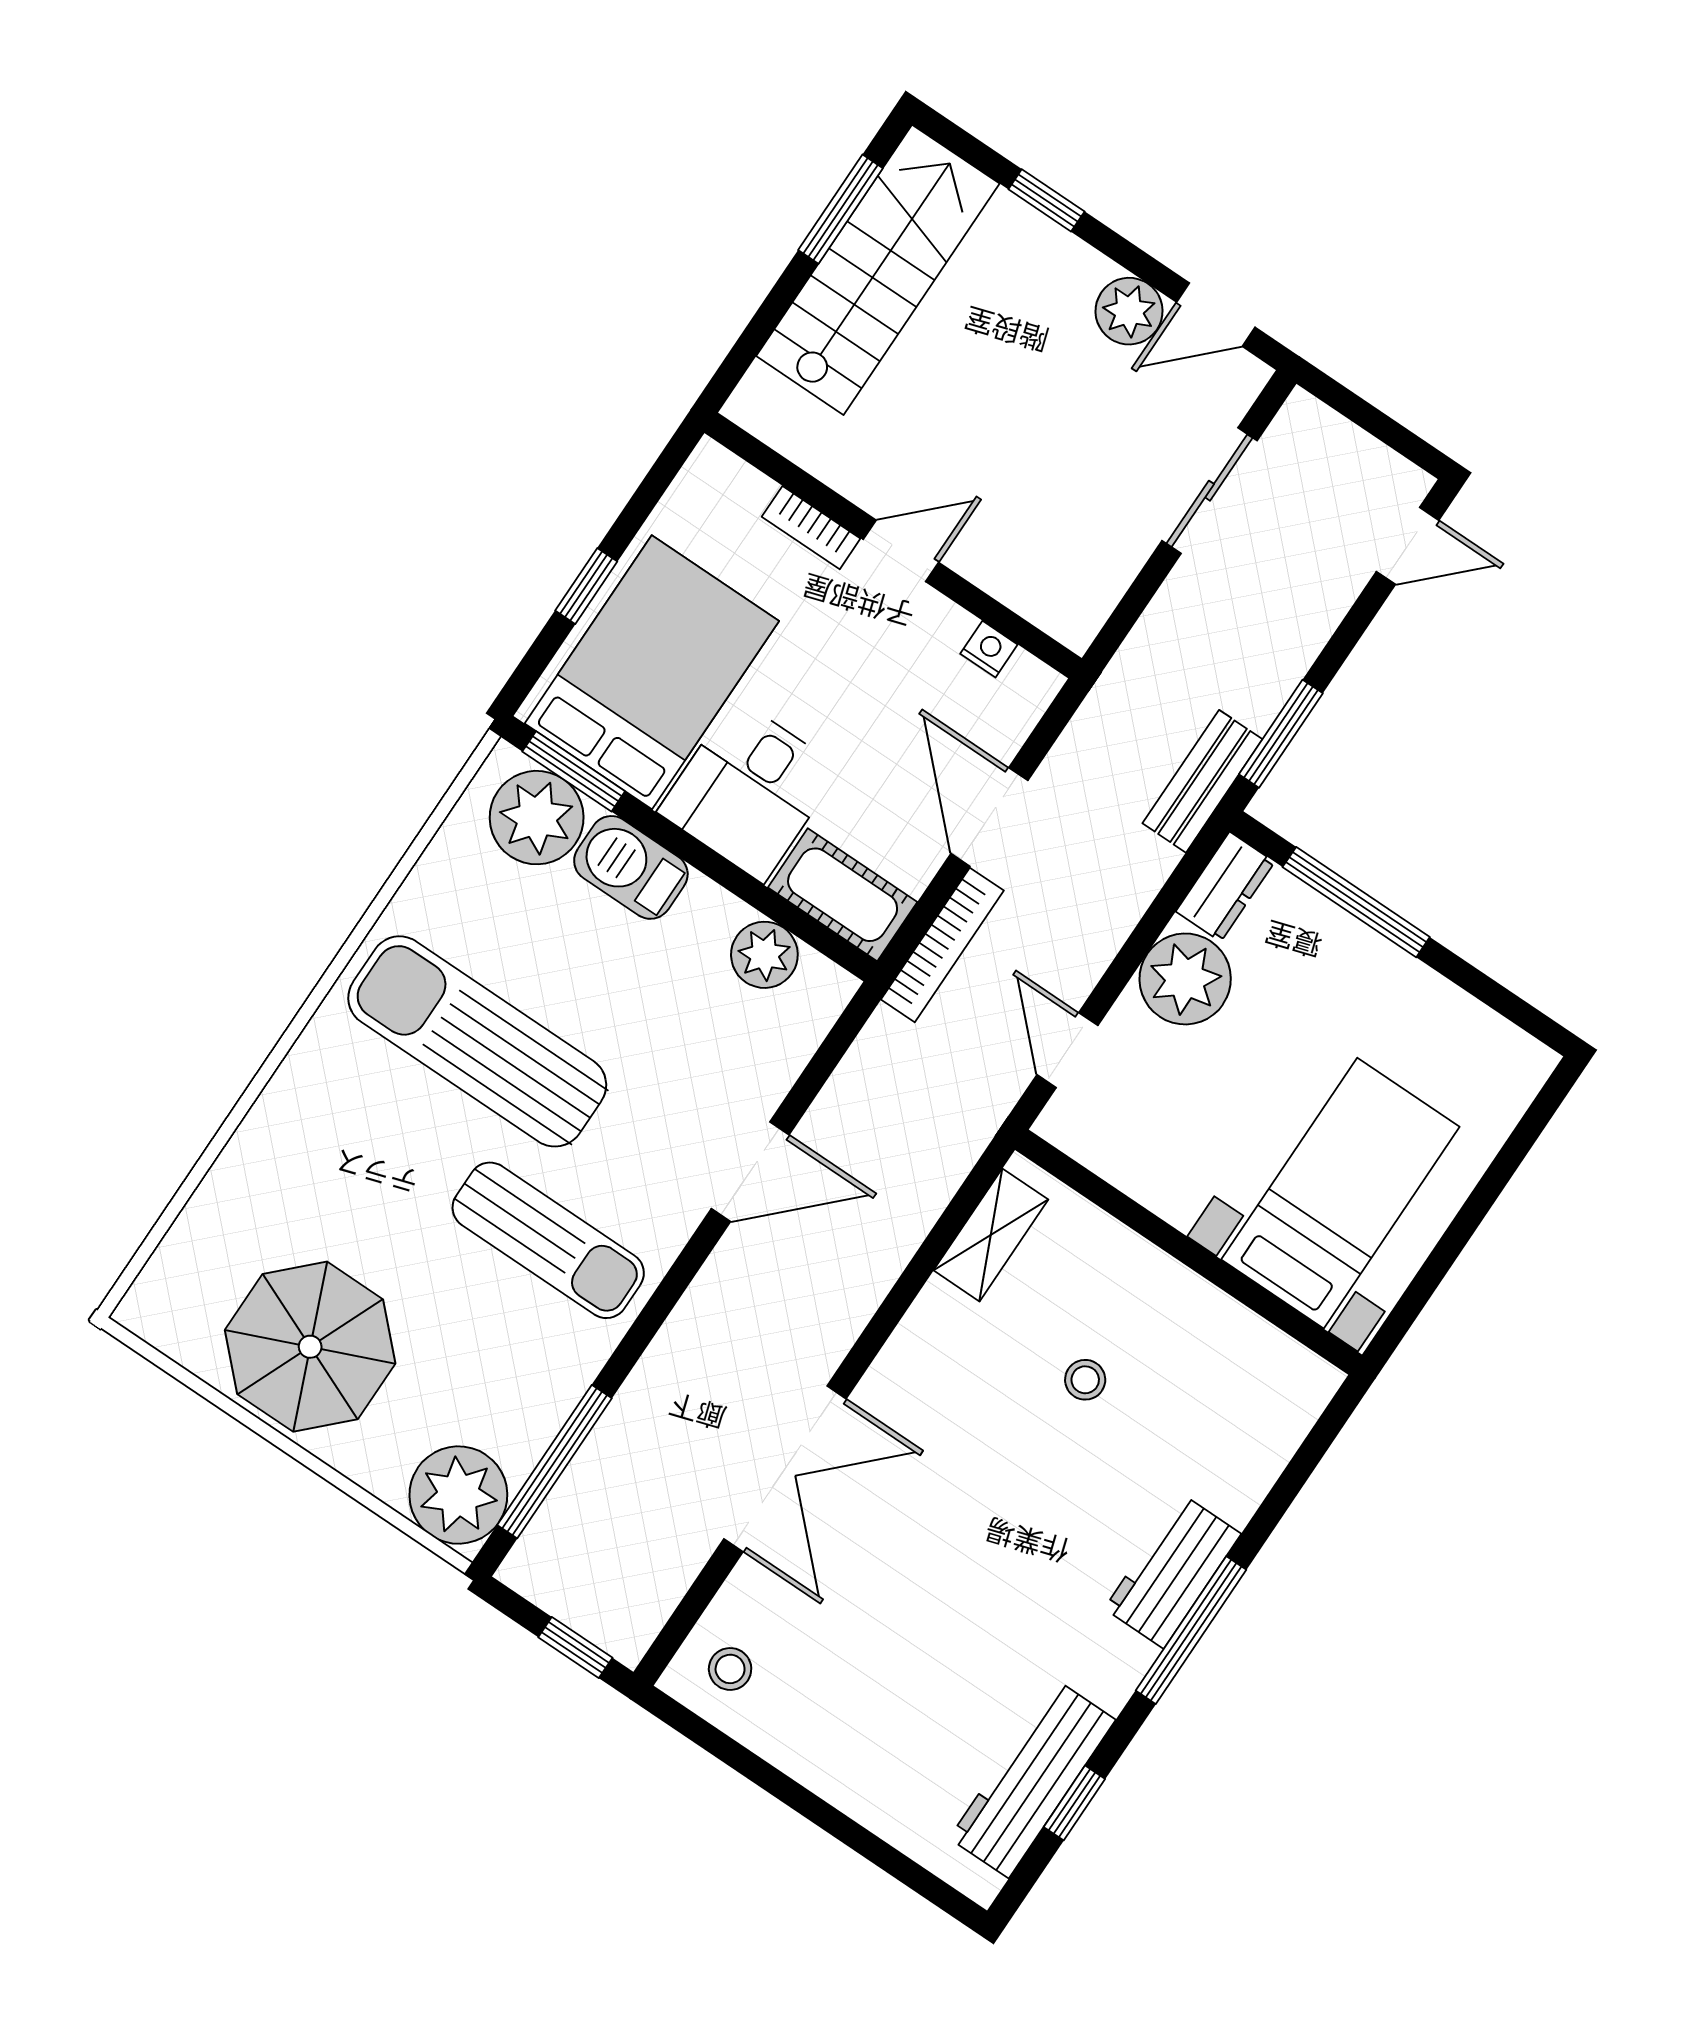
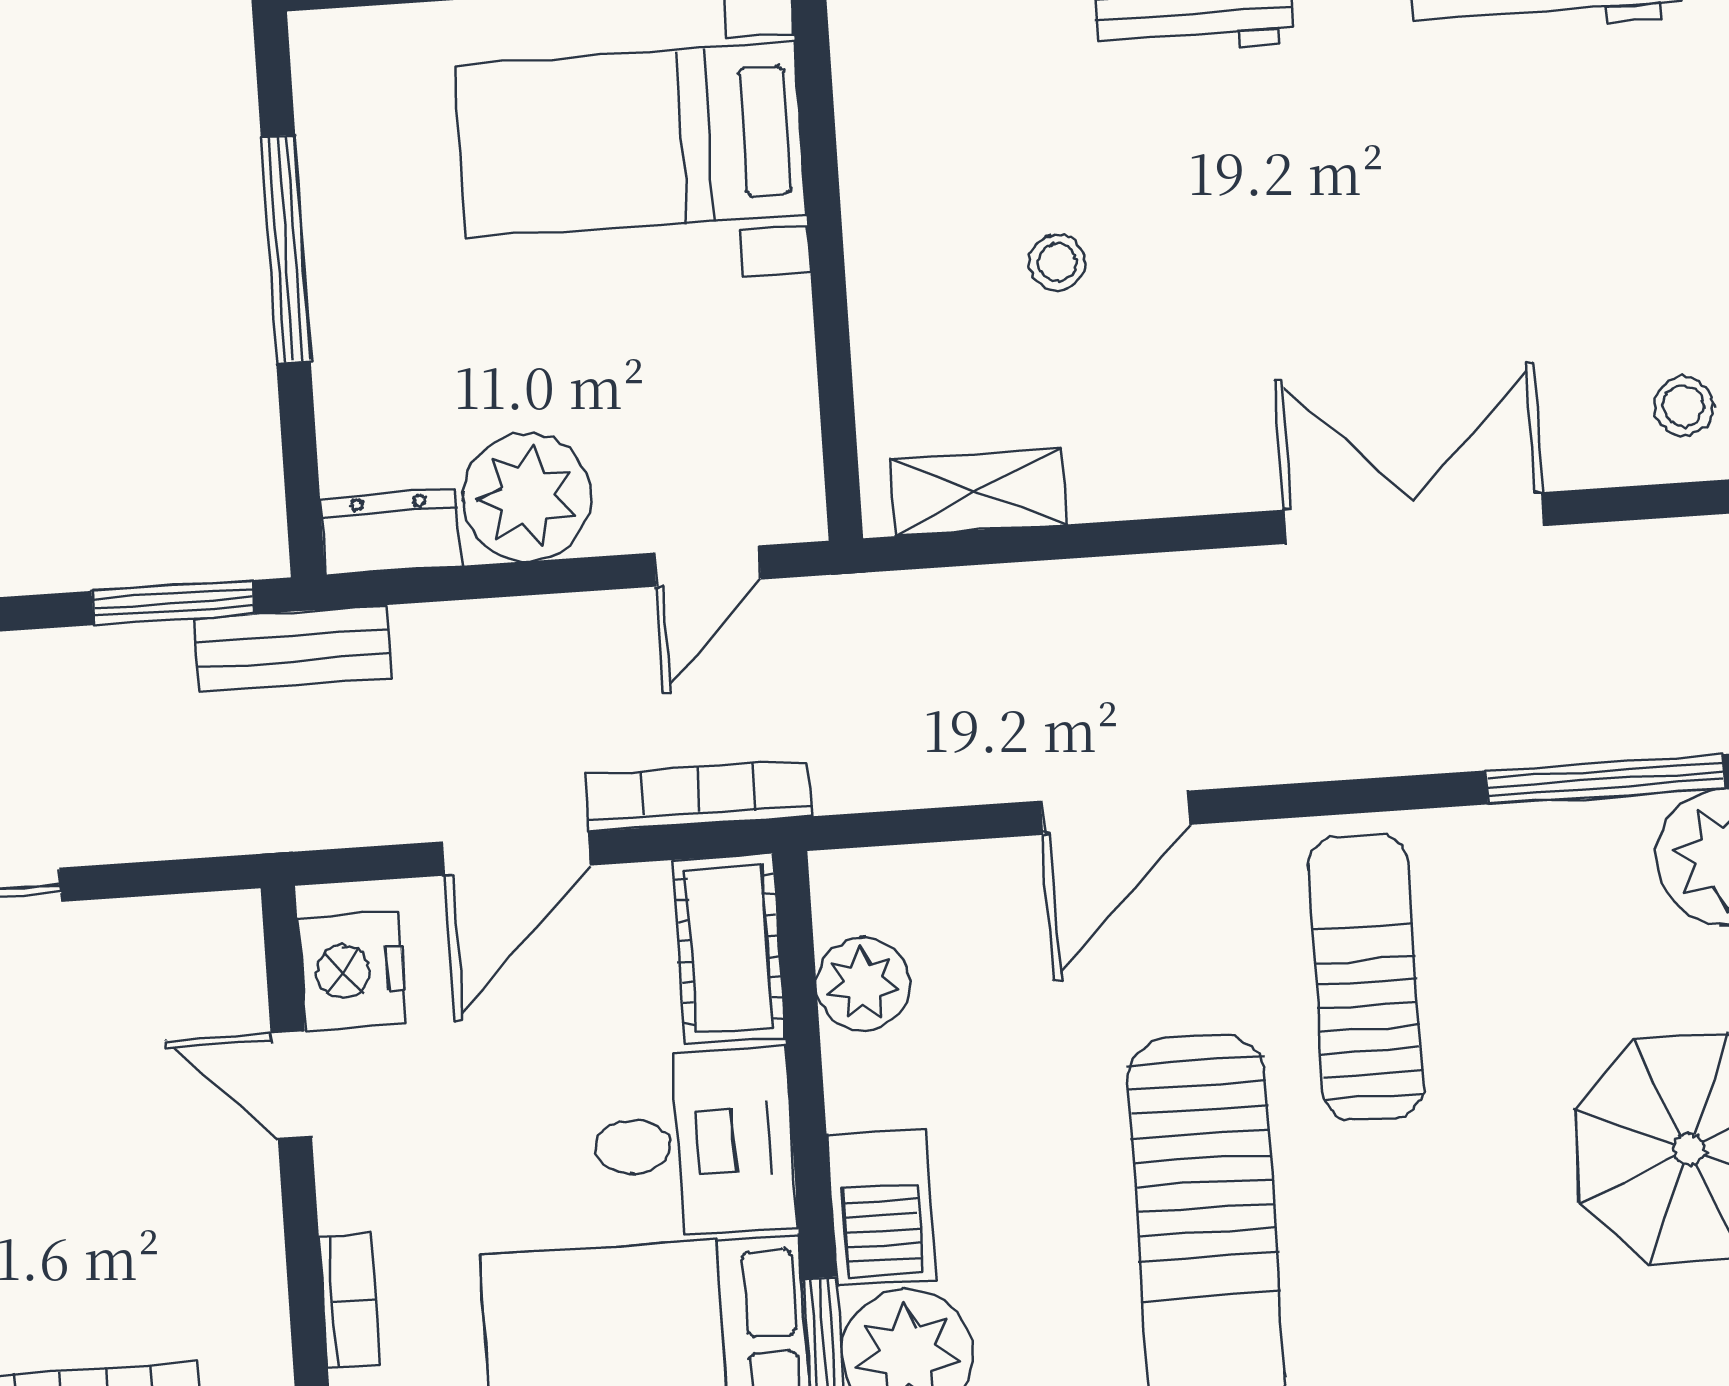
door: (901, 551) -> (291, 1085), moved
nightstand: (989, 649) -> (351, 971), width x1.89, depth x1.79
window: (1356, 902) -> (286, 249), moved
door: (750, 1172) -> (1115, 813), swing flipped

